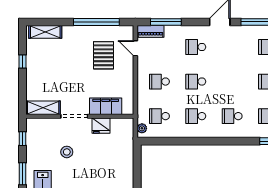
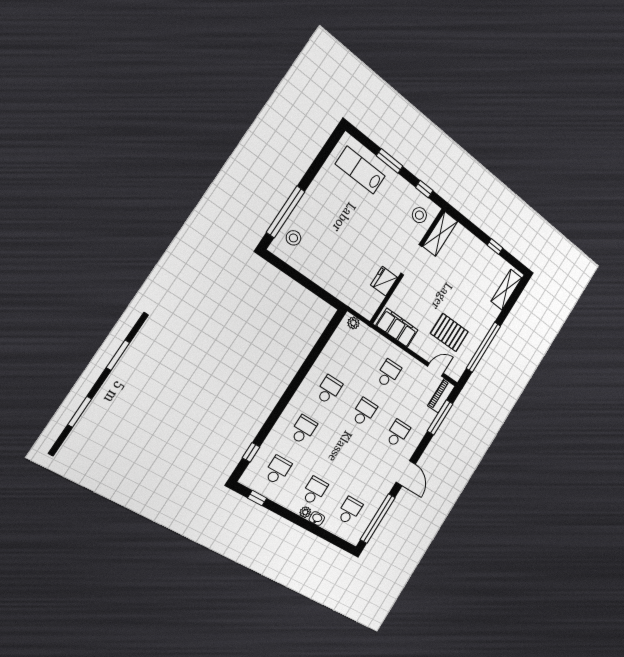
filing cabinet: (106, 106) -> (397, 328), moved, turned -90
school desk: (159, 116) -> (354, 350), removed
stool: (67, 152) -> (419, 215), moved

